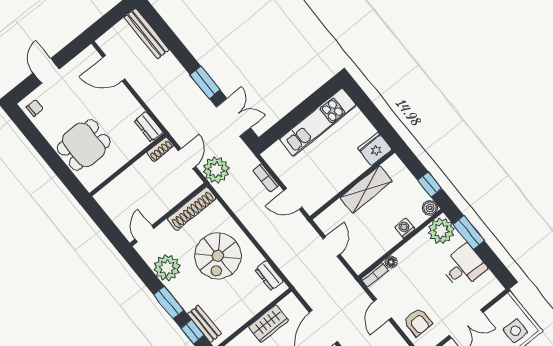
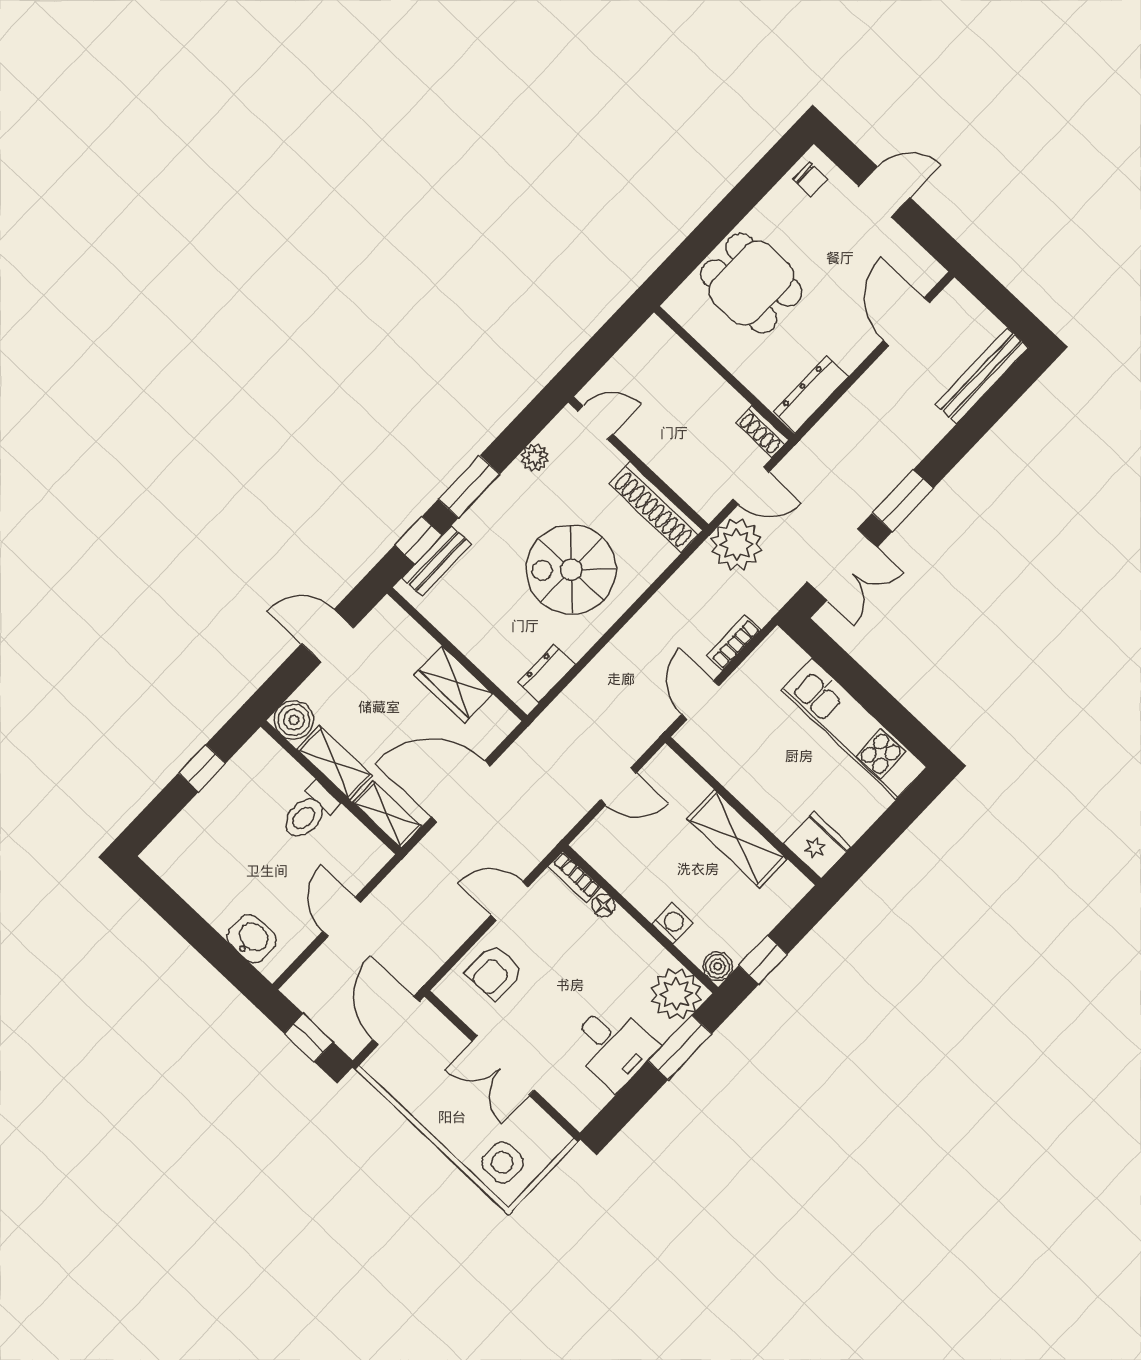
dresser: (148, 127) -> (811, 394), width x1.44
plant: (167, 268) -> (535, 458), width x0.53, depth x0.53

